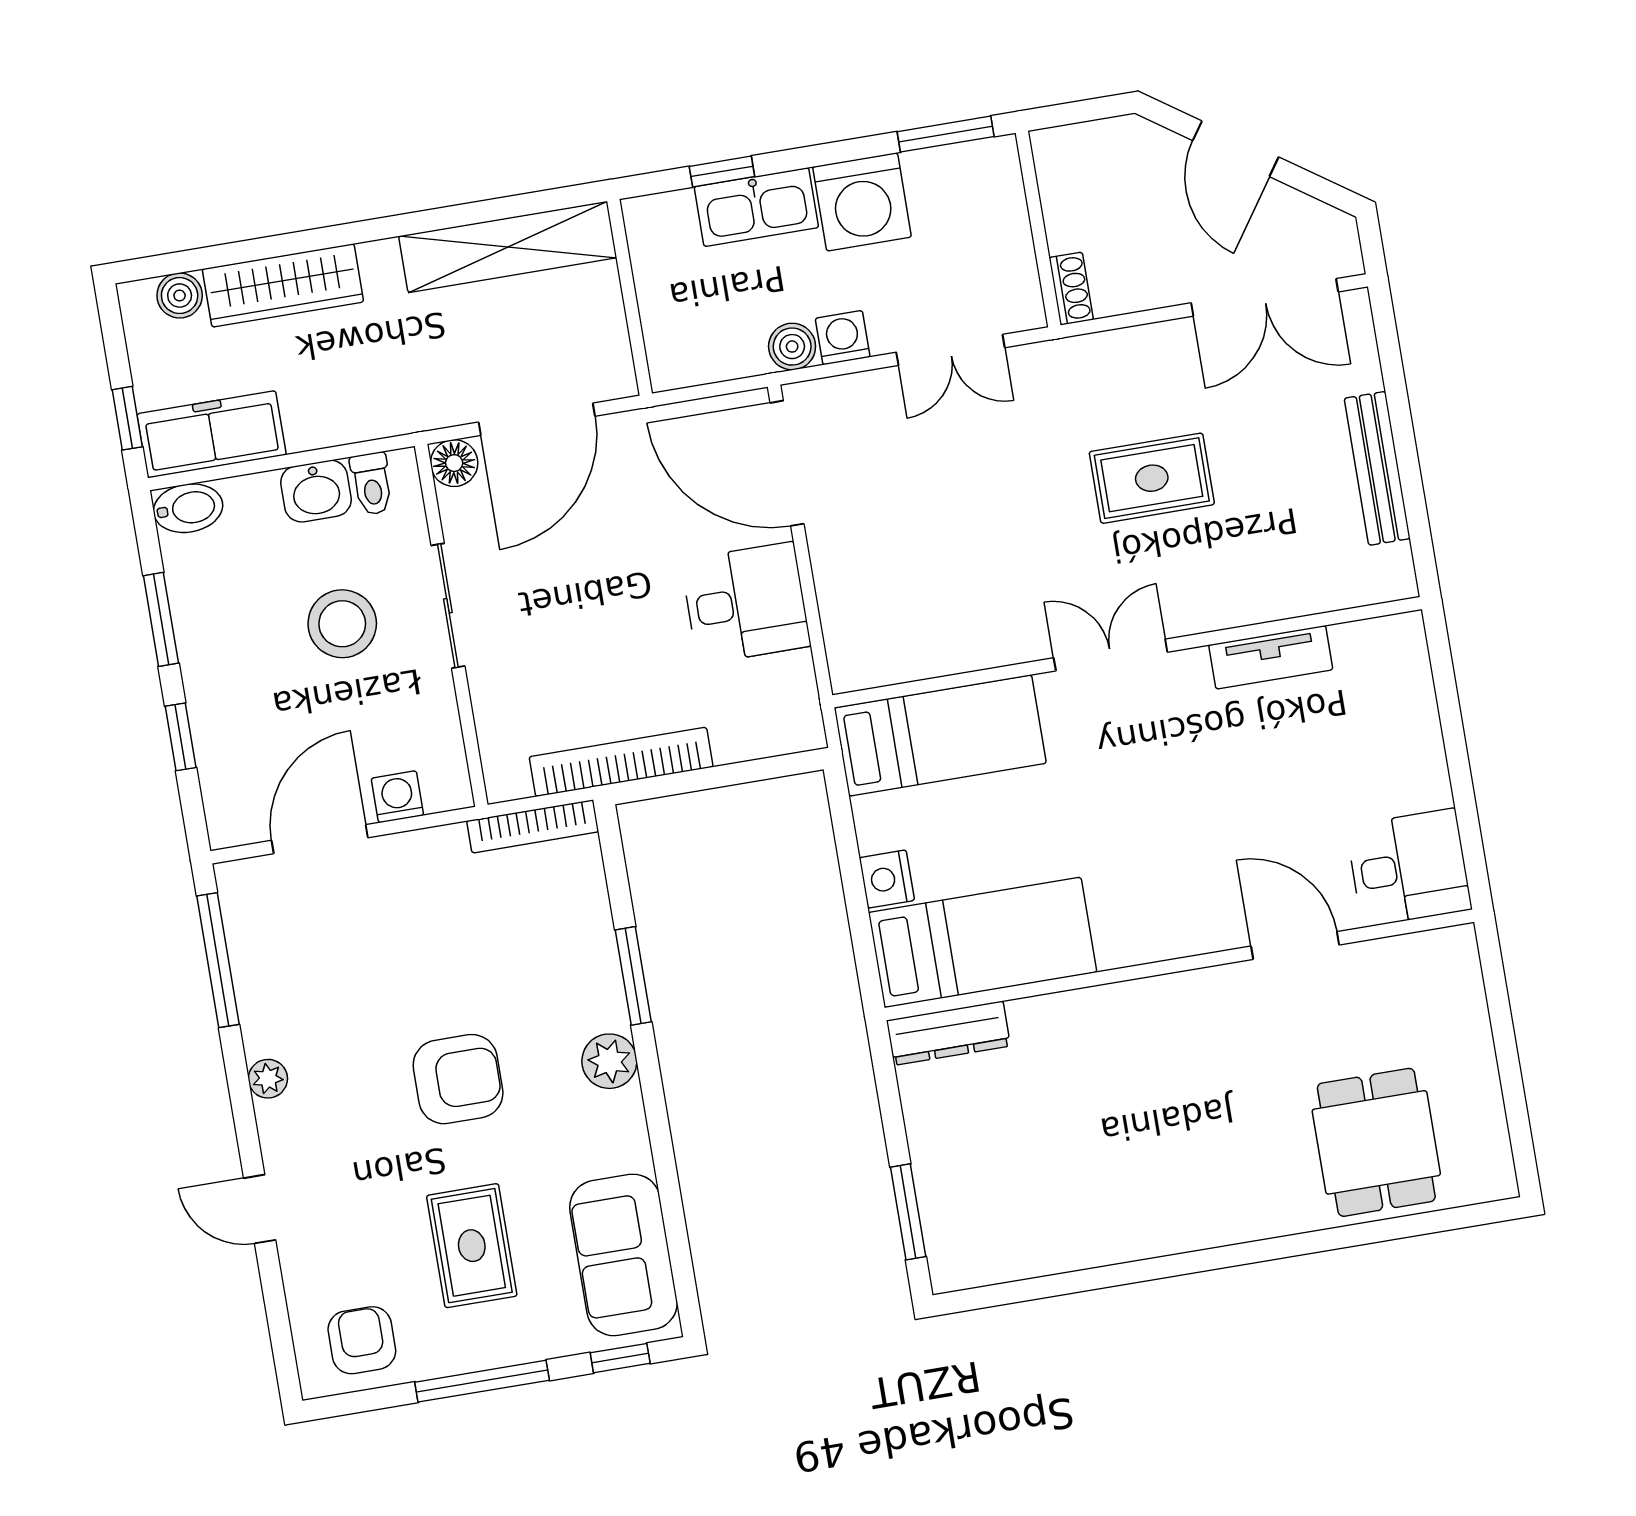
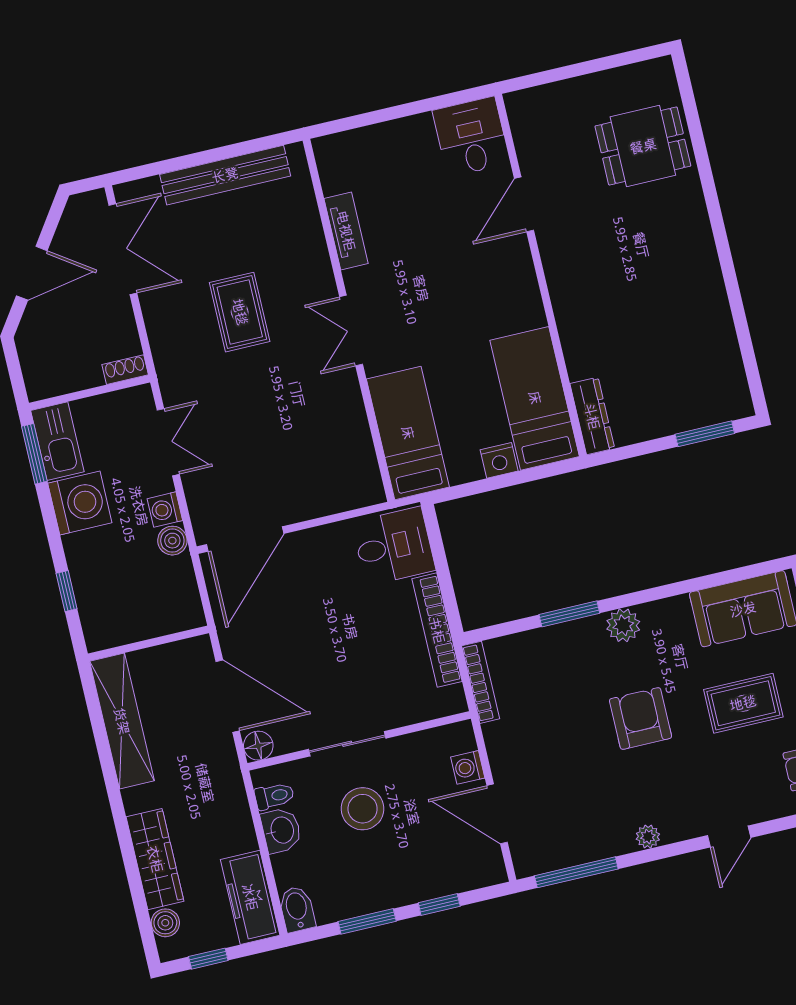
kitchen sink: (756, 207) -> (57, 441), moved
window: (127, 418) -> (208, 959), moved
bench: (1377, 468) -> (225, 175), width x1.37, depth x1.21
desk: (746, 603) -> (394, 546), moved, turned 90

